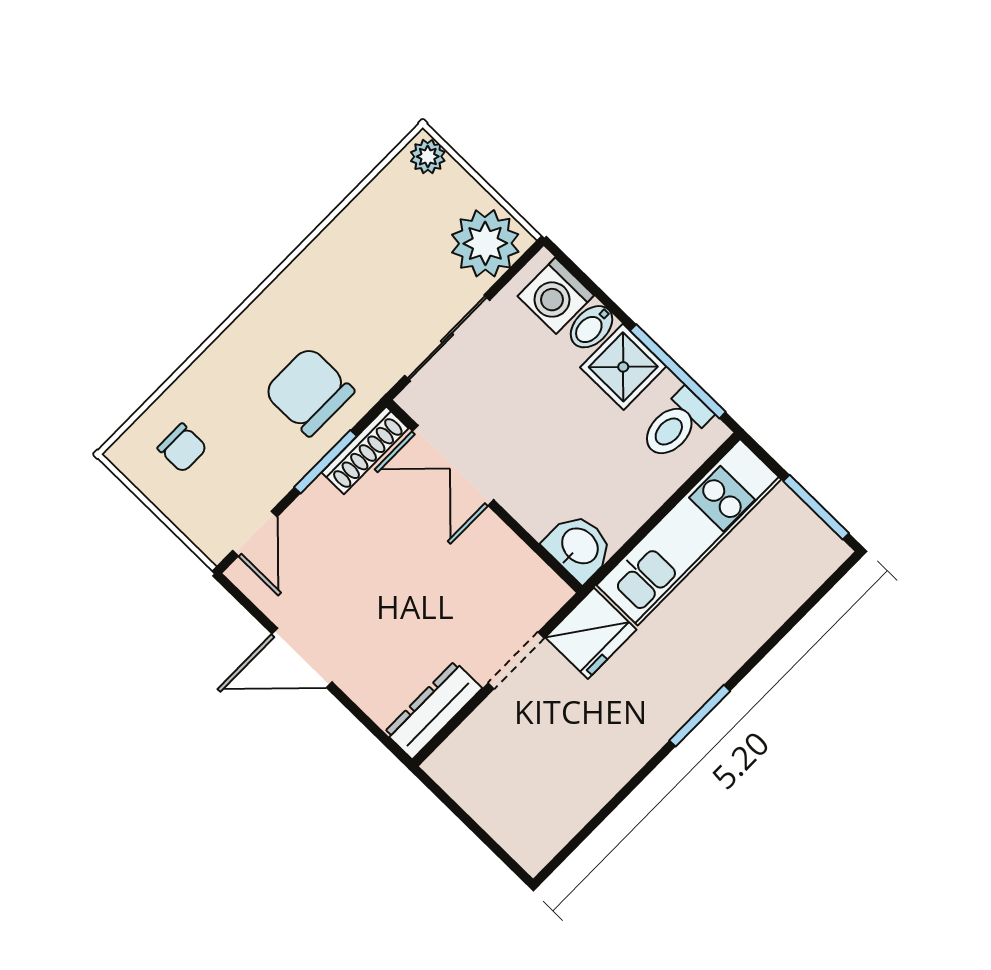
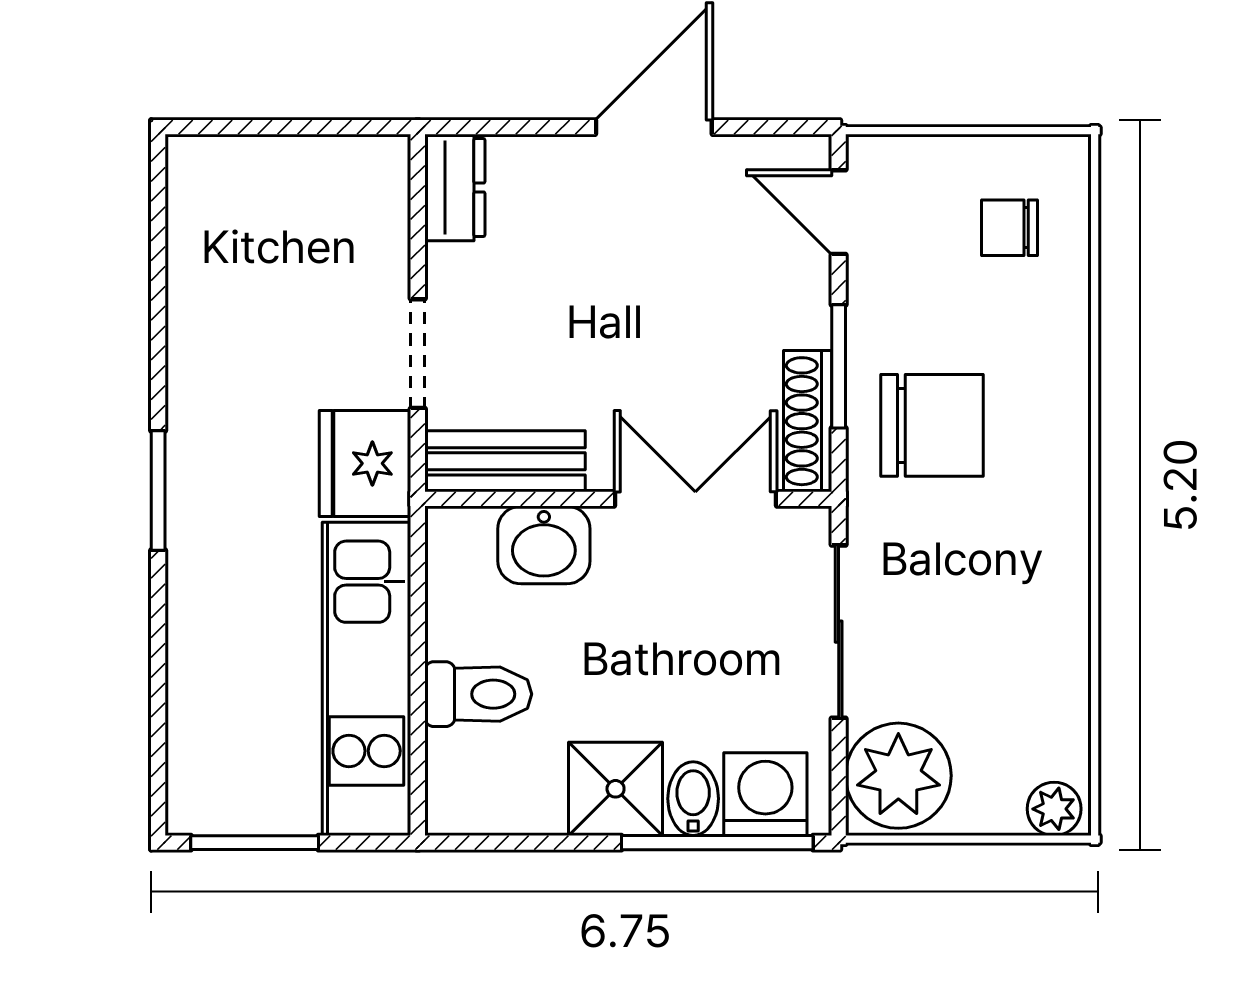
window: (678, 371) -> (717, 843), moved
toilet: (676, 425) -> (478, 694), moved, turned 90
washbasin: (579, 547) -> (544, 545), moved
bench: (525, 570) -> (505, 461), added
dresser: (433, 710) -> (455, 187), width x0.70

